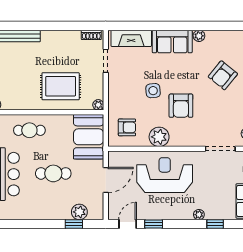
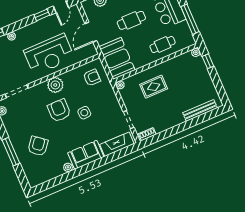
rug: (61, 86) -> (154, 87), width x0.73, depth x0.70
armchair: (127, 127) -> (92, 77), turned 180
plant: (159, 137) -> (55, 85), moved

